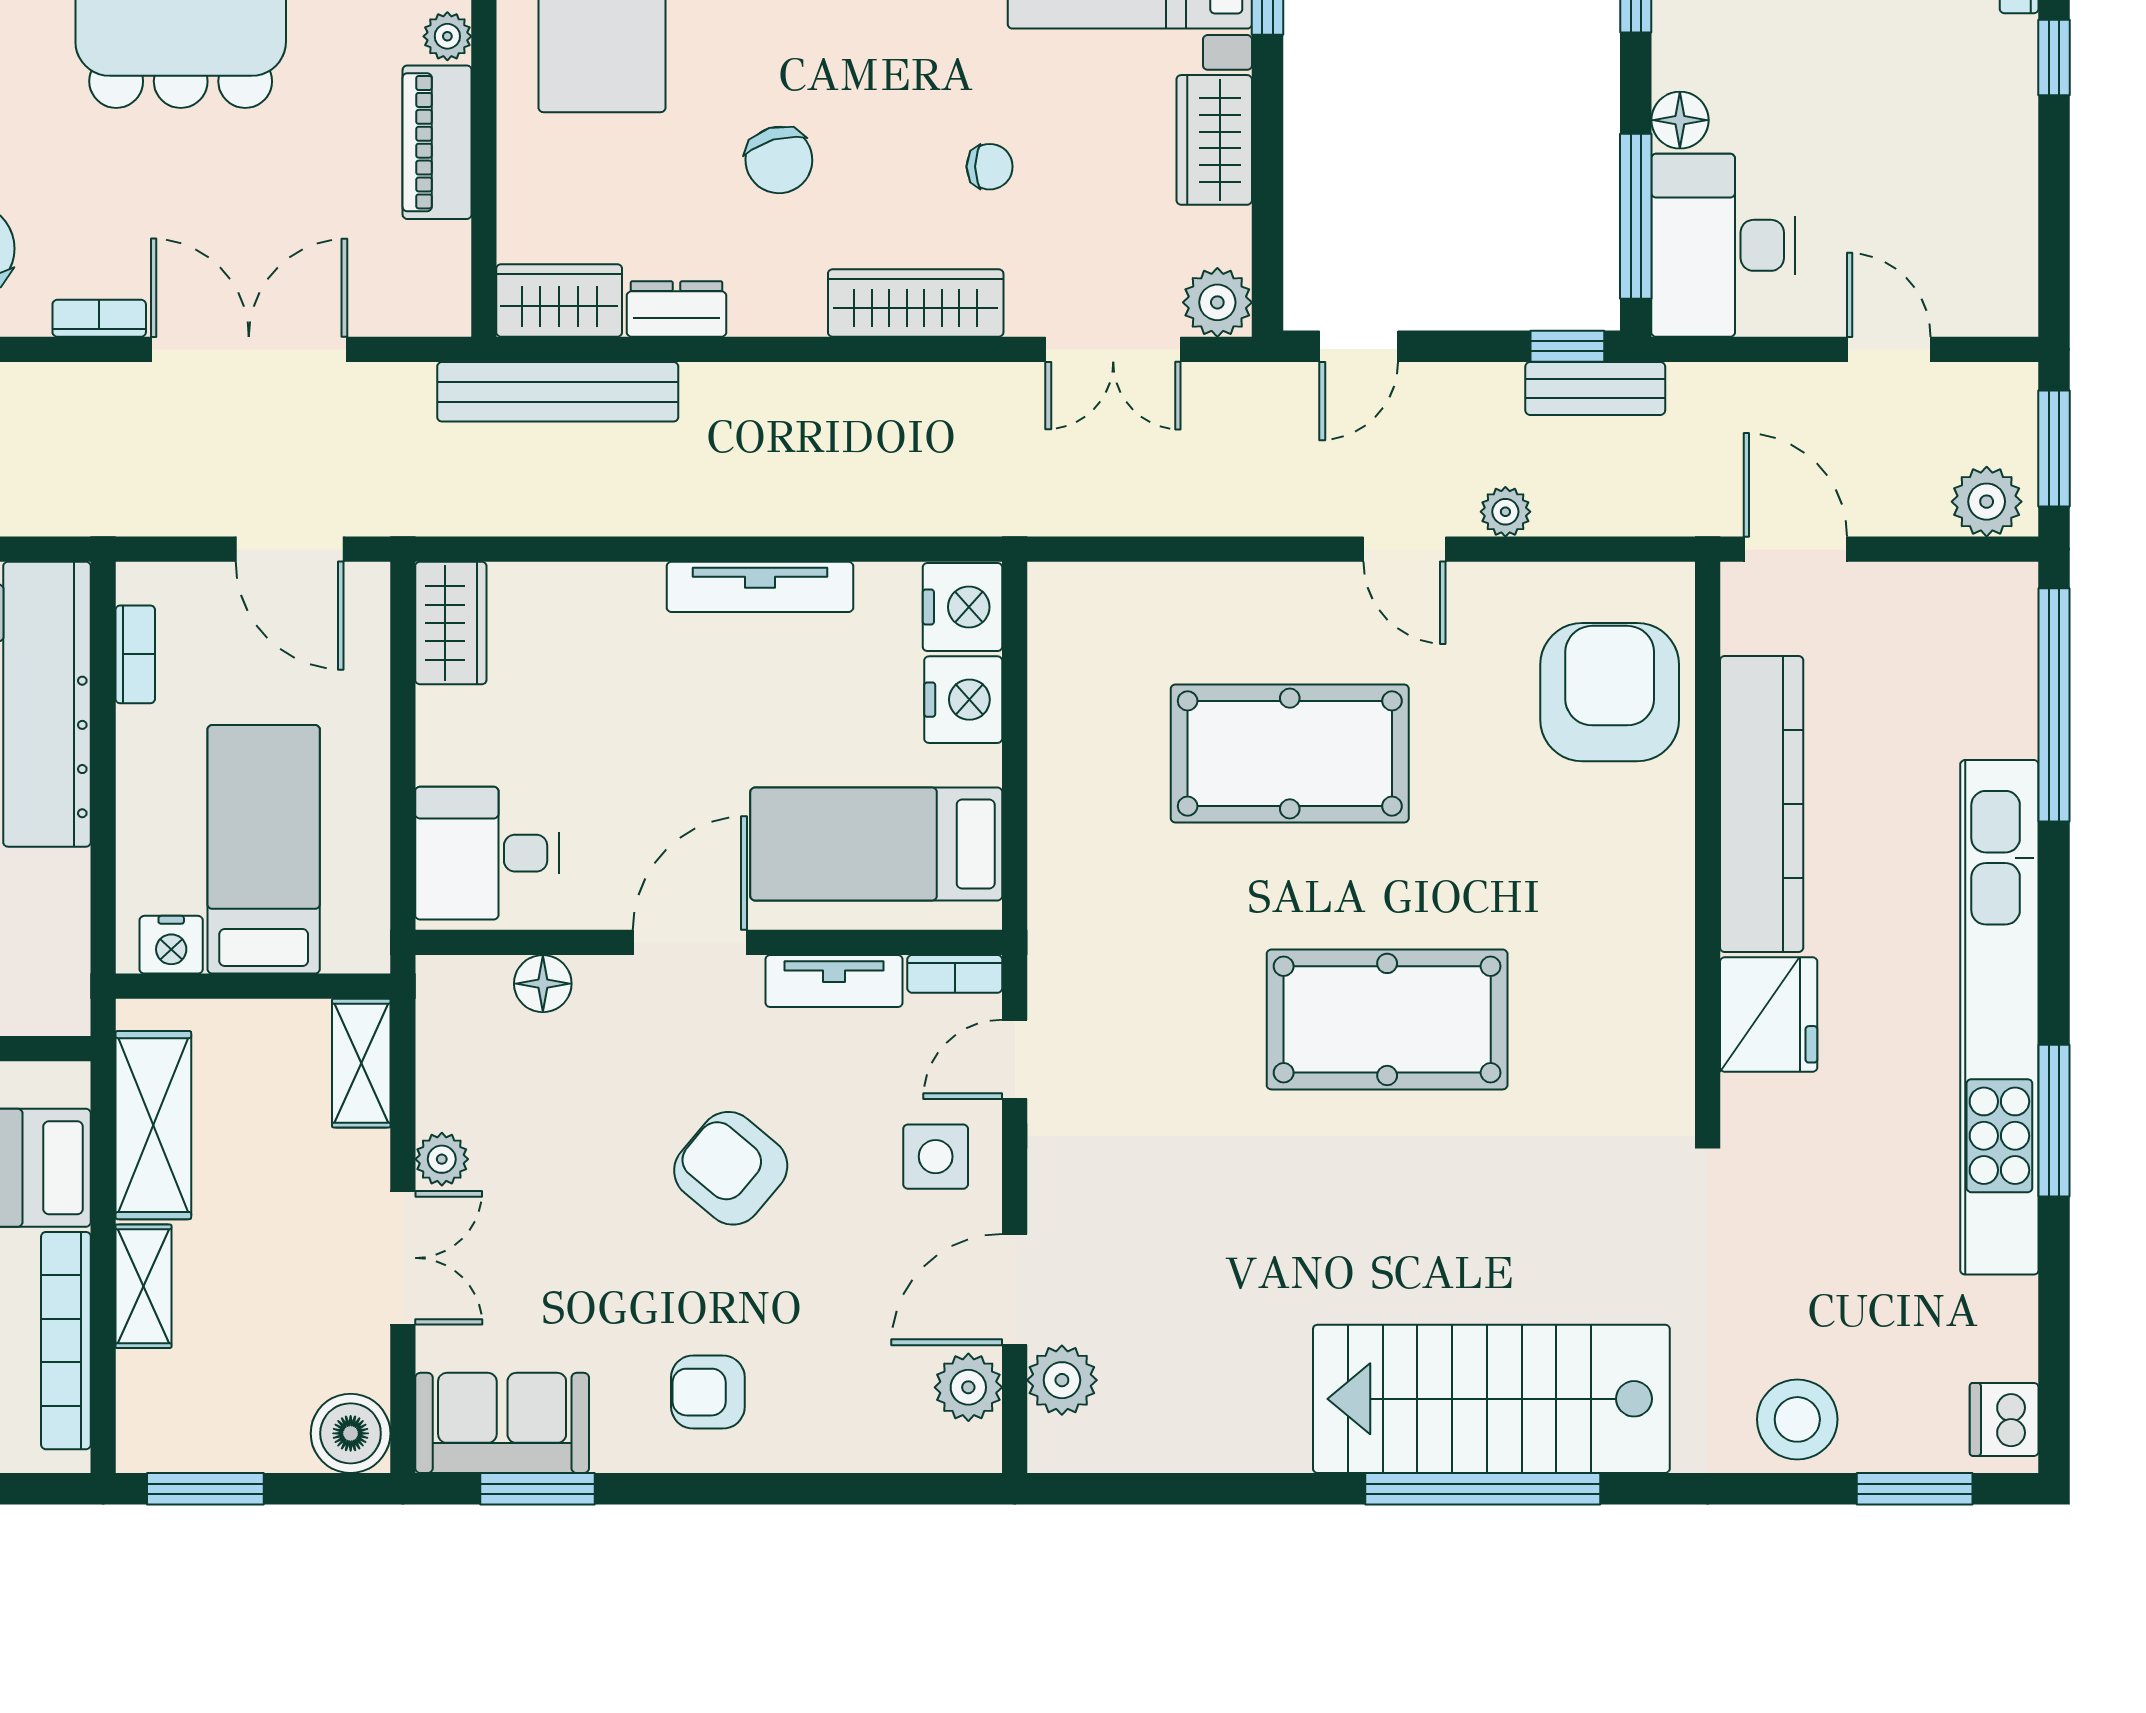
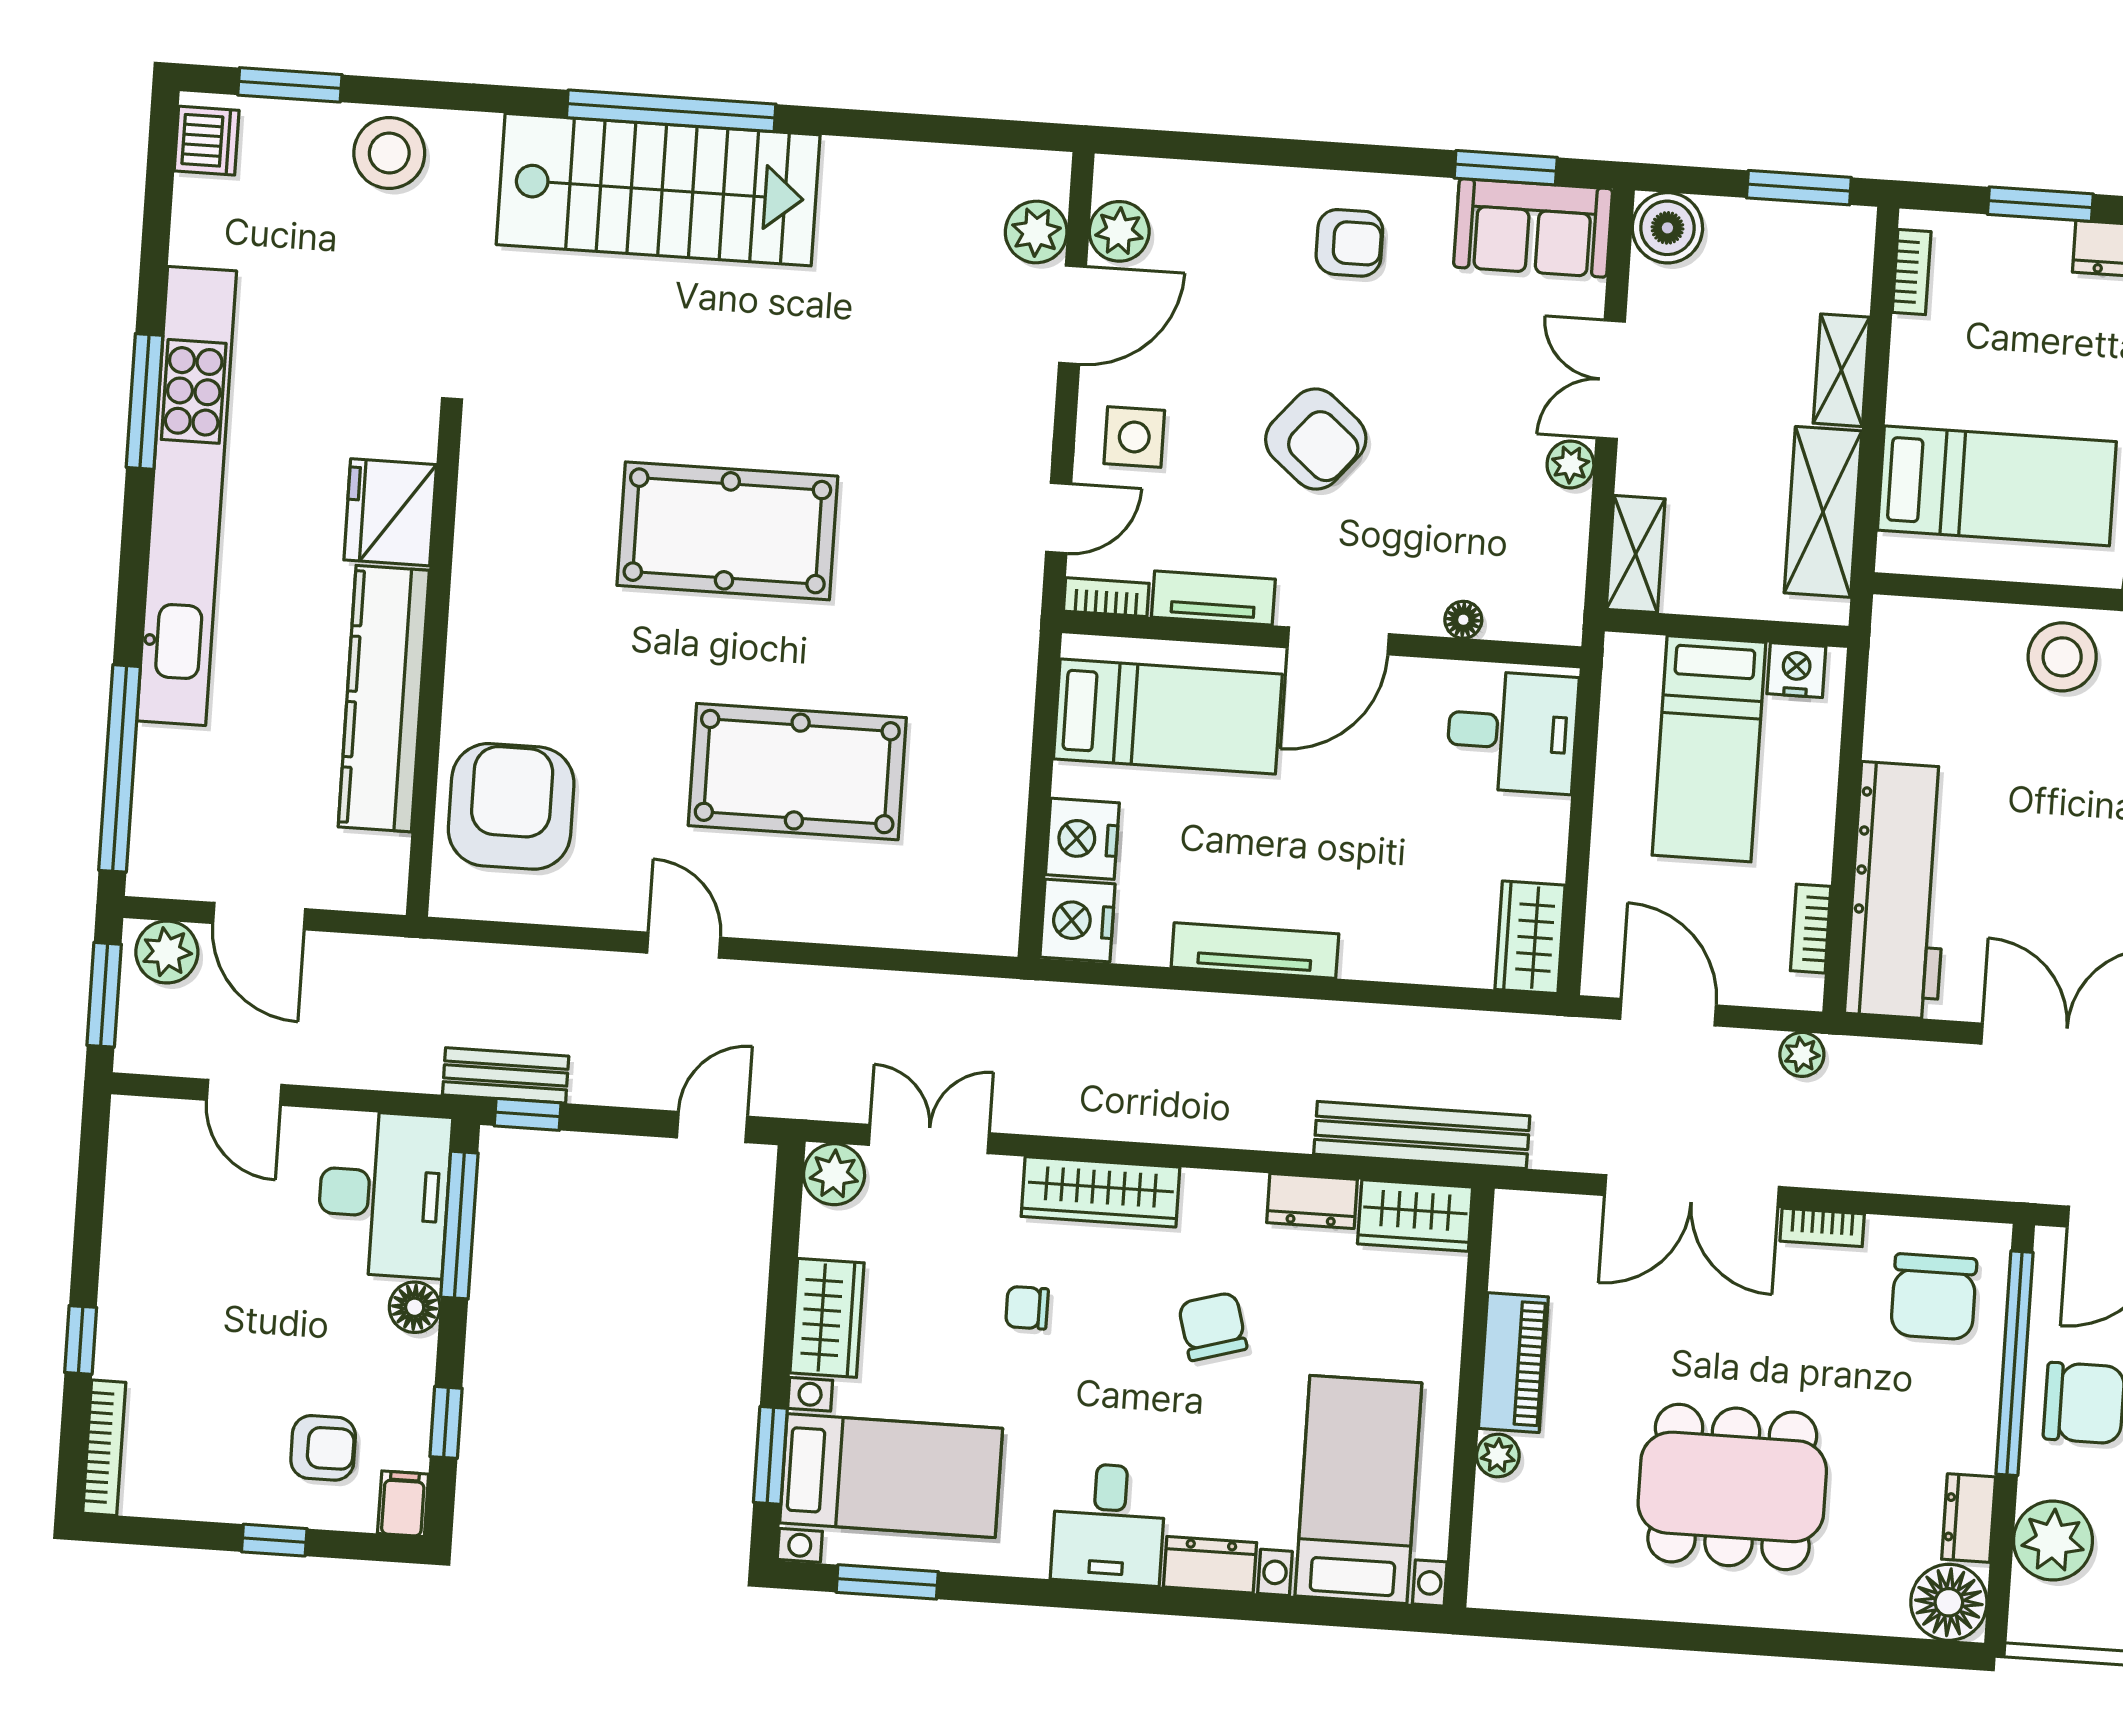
plant: (1505, 512) -> (1802, 1054), moved
door: (1795, 549) -> (259, 916), moved
armchair: (1610, 692) -> (511, 806), turned 180
floor lamp: (543, 984) -> (1463, 620), width x0.73, depth x0.73
bookcase: (66, 1341) -> (1912, 272), width x0.43, depth x0.76

